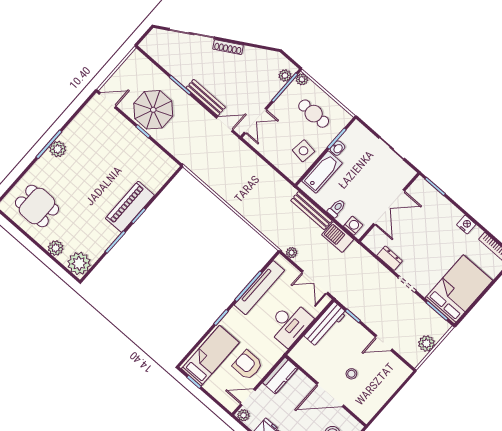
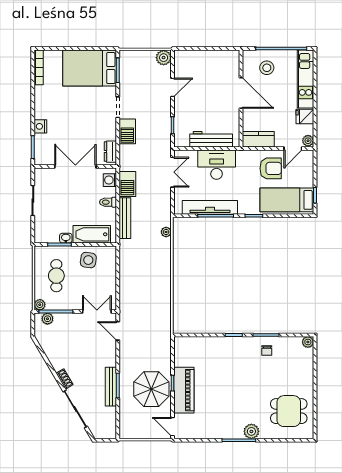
shoe rack: (228, 47) -> (64, 379), width x0.70
bench: (206, 98) -> (111, 387), moved
plant: (58, 149) -> (251, 431), moved
dining table: (37, 206) -> (289, 411), turned 90
piano: (130, 207) -> (184, 390), moved, turned -90
nightstand: (466, 225) -> (40, 126), moved
chair: (102, 231) -> (267, 351), added
plant: (56, 248) -> (307, 373), removed
plant: (292, 253) -> (166, 232), moved
dresser: (390, 258) -> (110, 152), moved
plant: (79, 263) -> (308, 342), width x0.53, depth x0.53
barbecue: (380, 275) -> (127, 131), added
workbench: (325, 324) -> (211, 139), moved
door: (384, 343) -> (173, 87), hinge flipped
plant: (426, 343) -> (164, 58), moved
armchair: (248, 365) -> (271, 168), turned -90
stool: (351, 374) -> (214, 91), removed
door: (248, 397) -> (293, 149), hinge flipped

